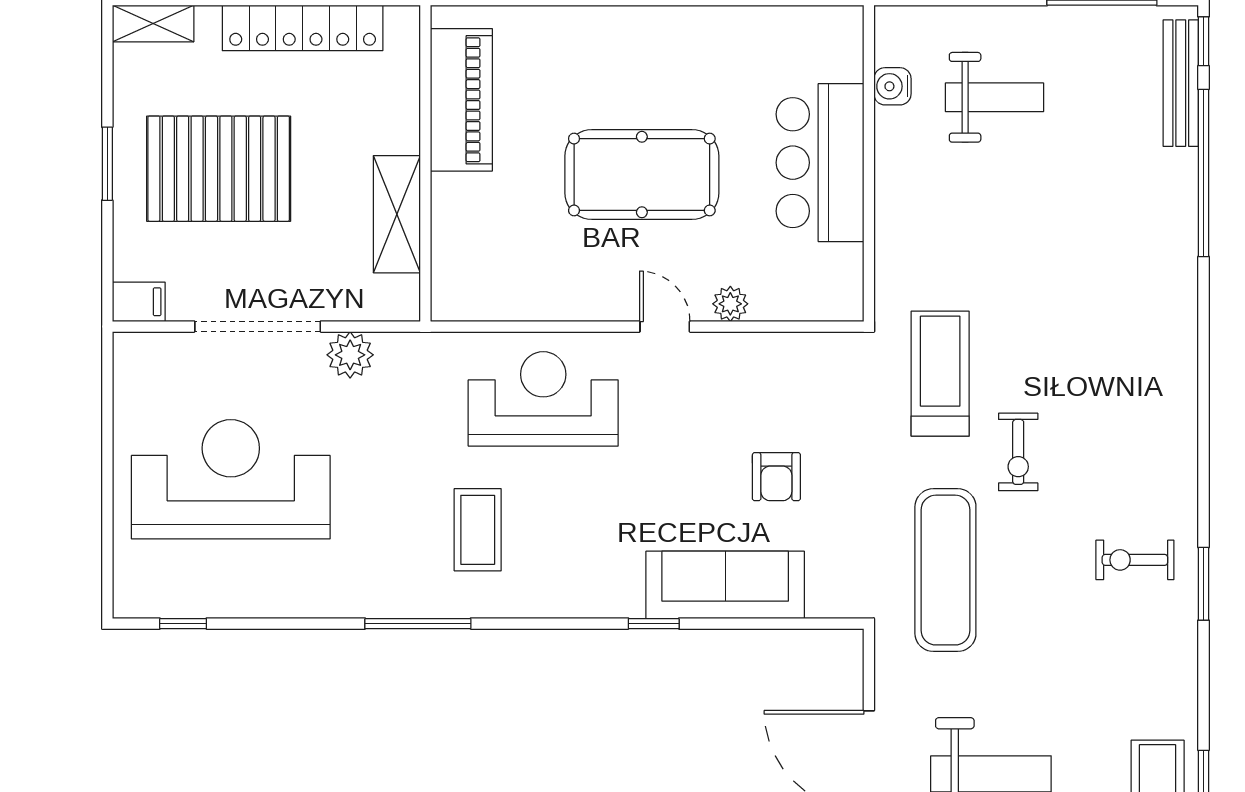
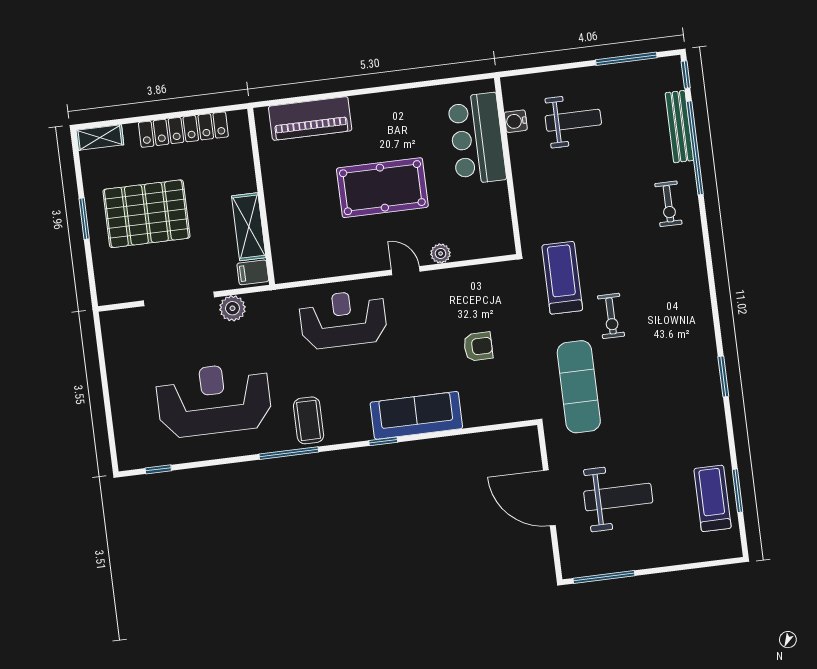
bench: (1181, 83) -> (679, 127), moved
piano: (461, 100) -> (310, 118), moved, turned 90
bar counter: (820, 163) -> (477, 139), moved
filing cabinet: (139, 302) -> (253, 272), moved, turned 180
armchair: (776, 477) -> (478, 346), turned -90
reception desk: (231, 479) -> (214, 400), moved
coffee table: (478, 530) -> (309, 420), moved
exercise bike: (1135, 560) -> (668, 204), moved, turned -90
sofa: (725, 585) -> (416, 415), moved
window: (654, 624) -> (383, 441), moved

